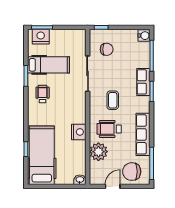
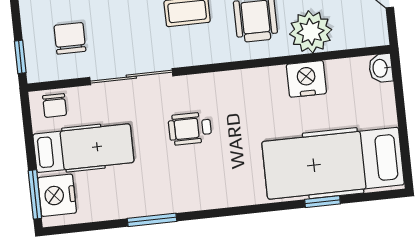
chair: (79, 40) -> (55, 105), added
hospital bed: (49, 65) -> (83, 148), moved, turned 90
wheelchair: (43, 94) -> (190, 129), moved
nightstand: (79, 132) -> (306, 79), moved

